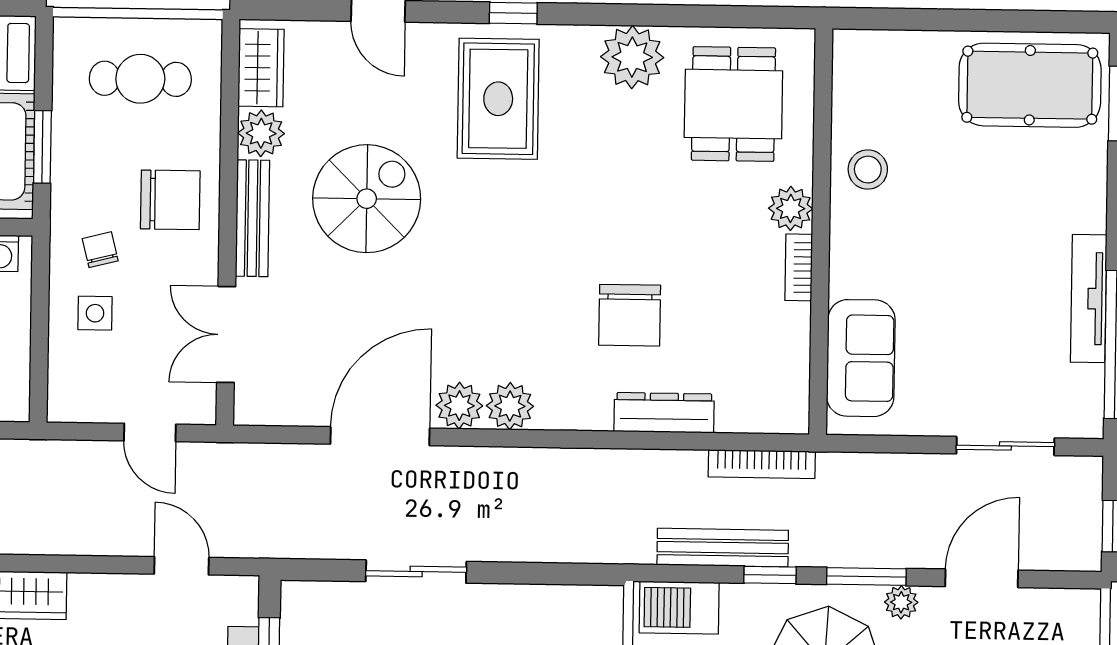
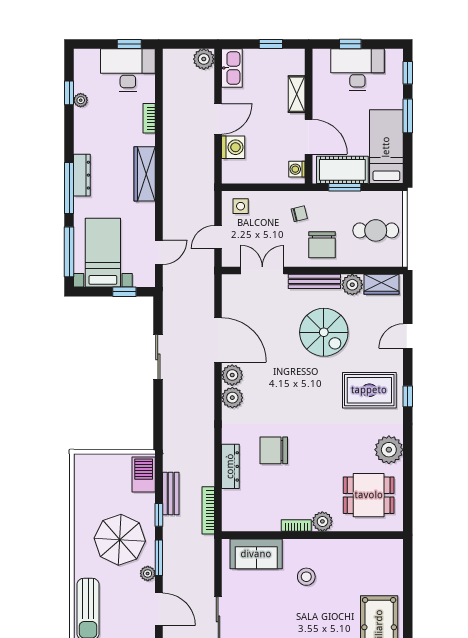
cafe table: (140, 79) -> (376, 230), turned 90
stool: (868, 170) -> (306, 577), moved
side table: (95, 313) -> (241, 206), moved
bench: (723, 548) -> (171, 493), width x0.73

